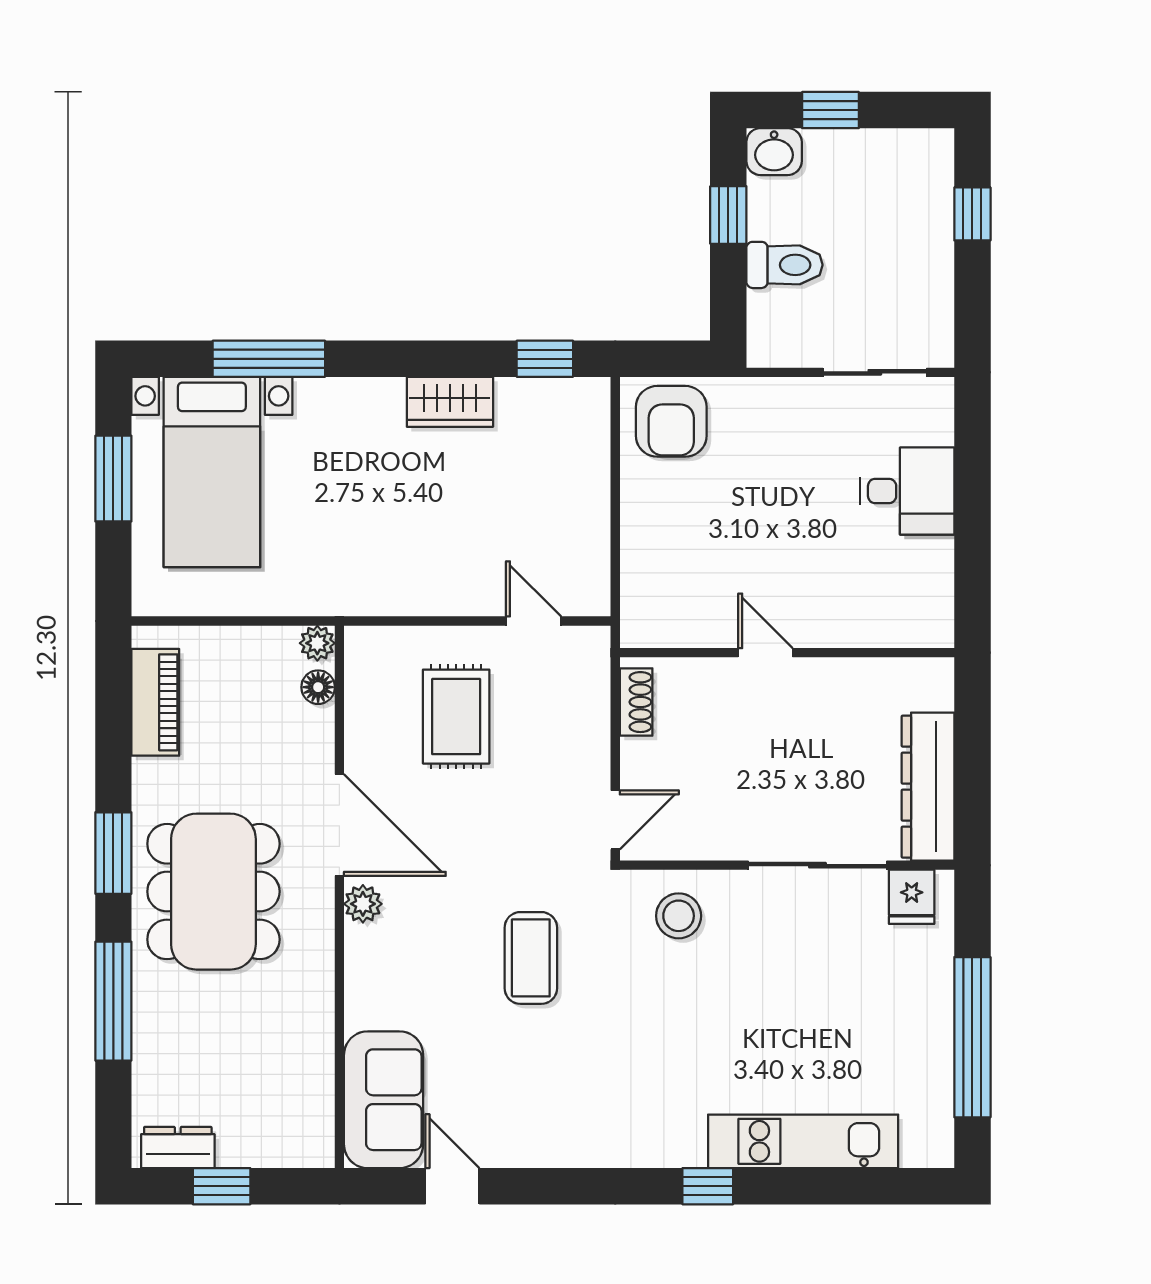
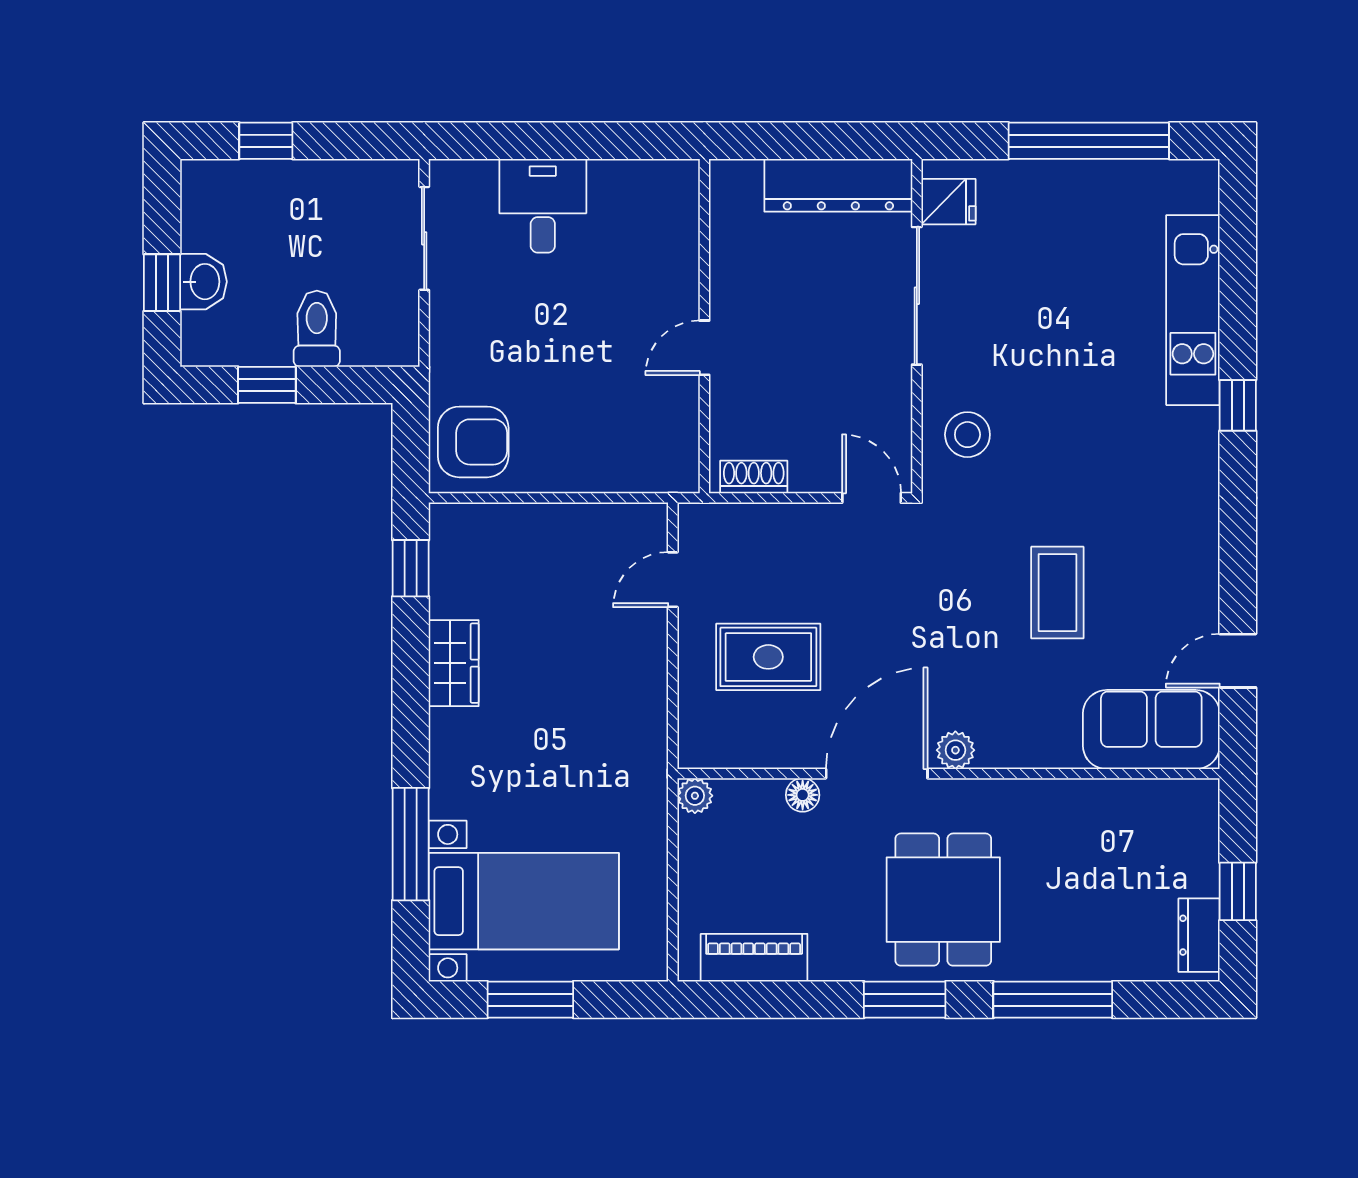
washbasin: (774, 152) -> (203, 282), moved
floor lamp: (318, 687) -> (803, 795), moved
dining table: (213, 892) -> (943, 900), width x0.73
coffee table: (531, 958) -> (1057, 593), moved, turned 90

